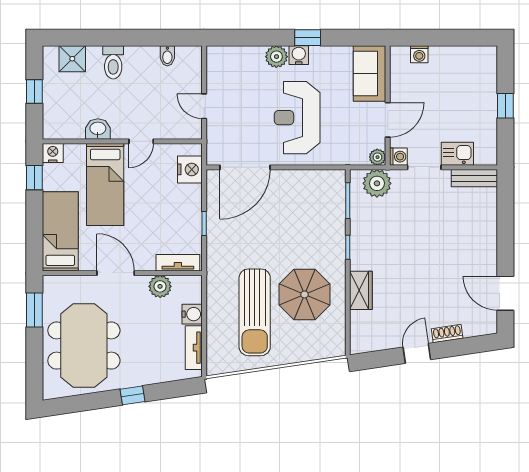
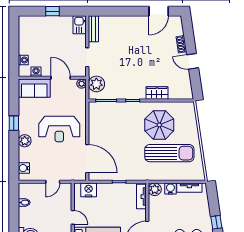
water cooler: (299, 55) -> (24, 168), moved
kitchen sink: (457, 154) -> (80, 25), moved
washing machine: (398, 157) -> (36, 72), moved
plant: (160, 286) -> (155, 189), moved

